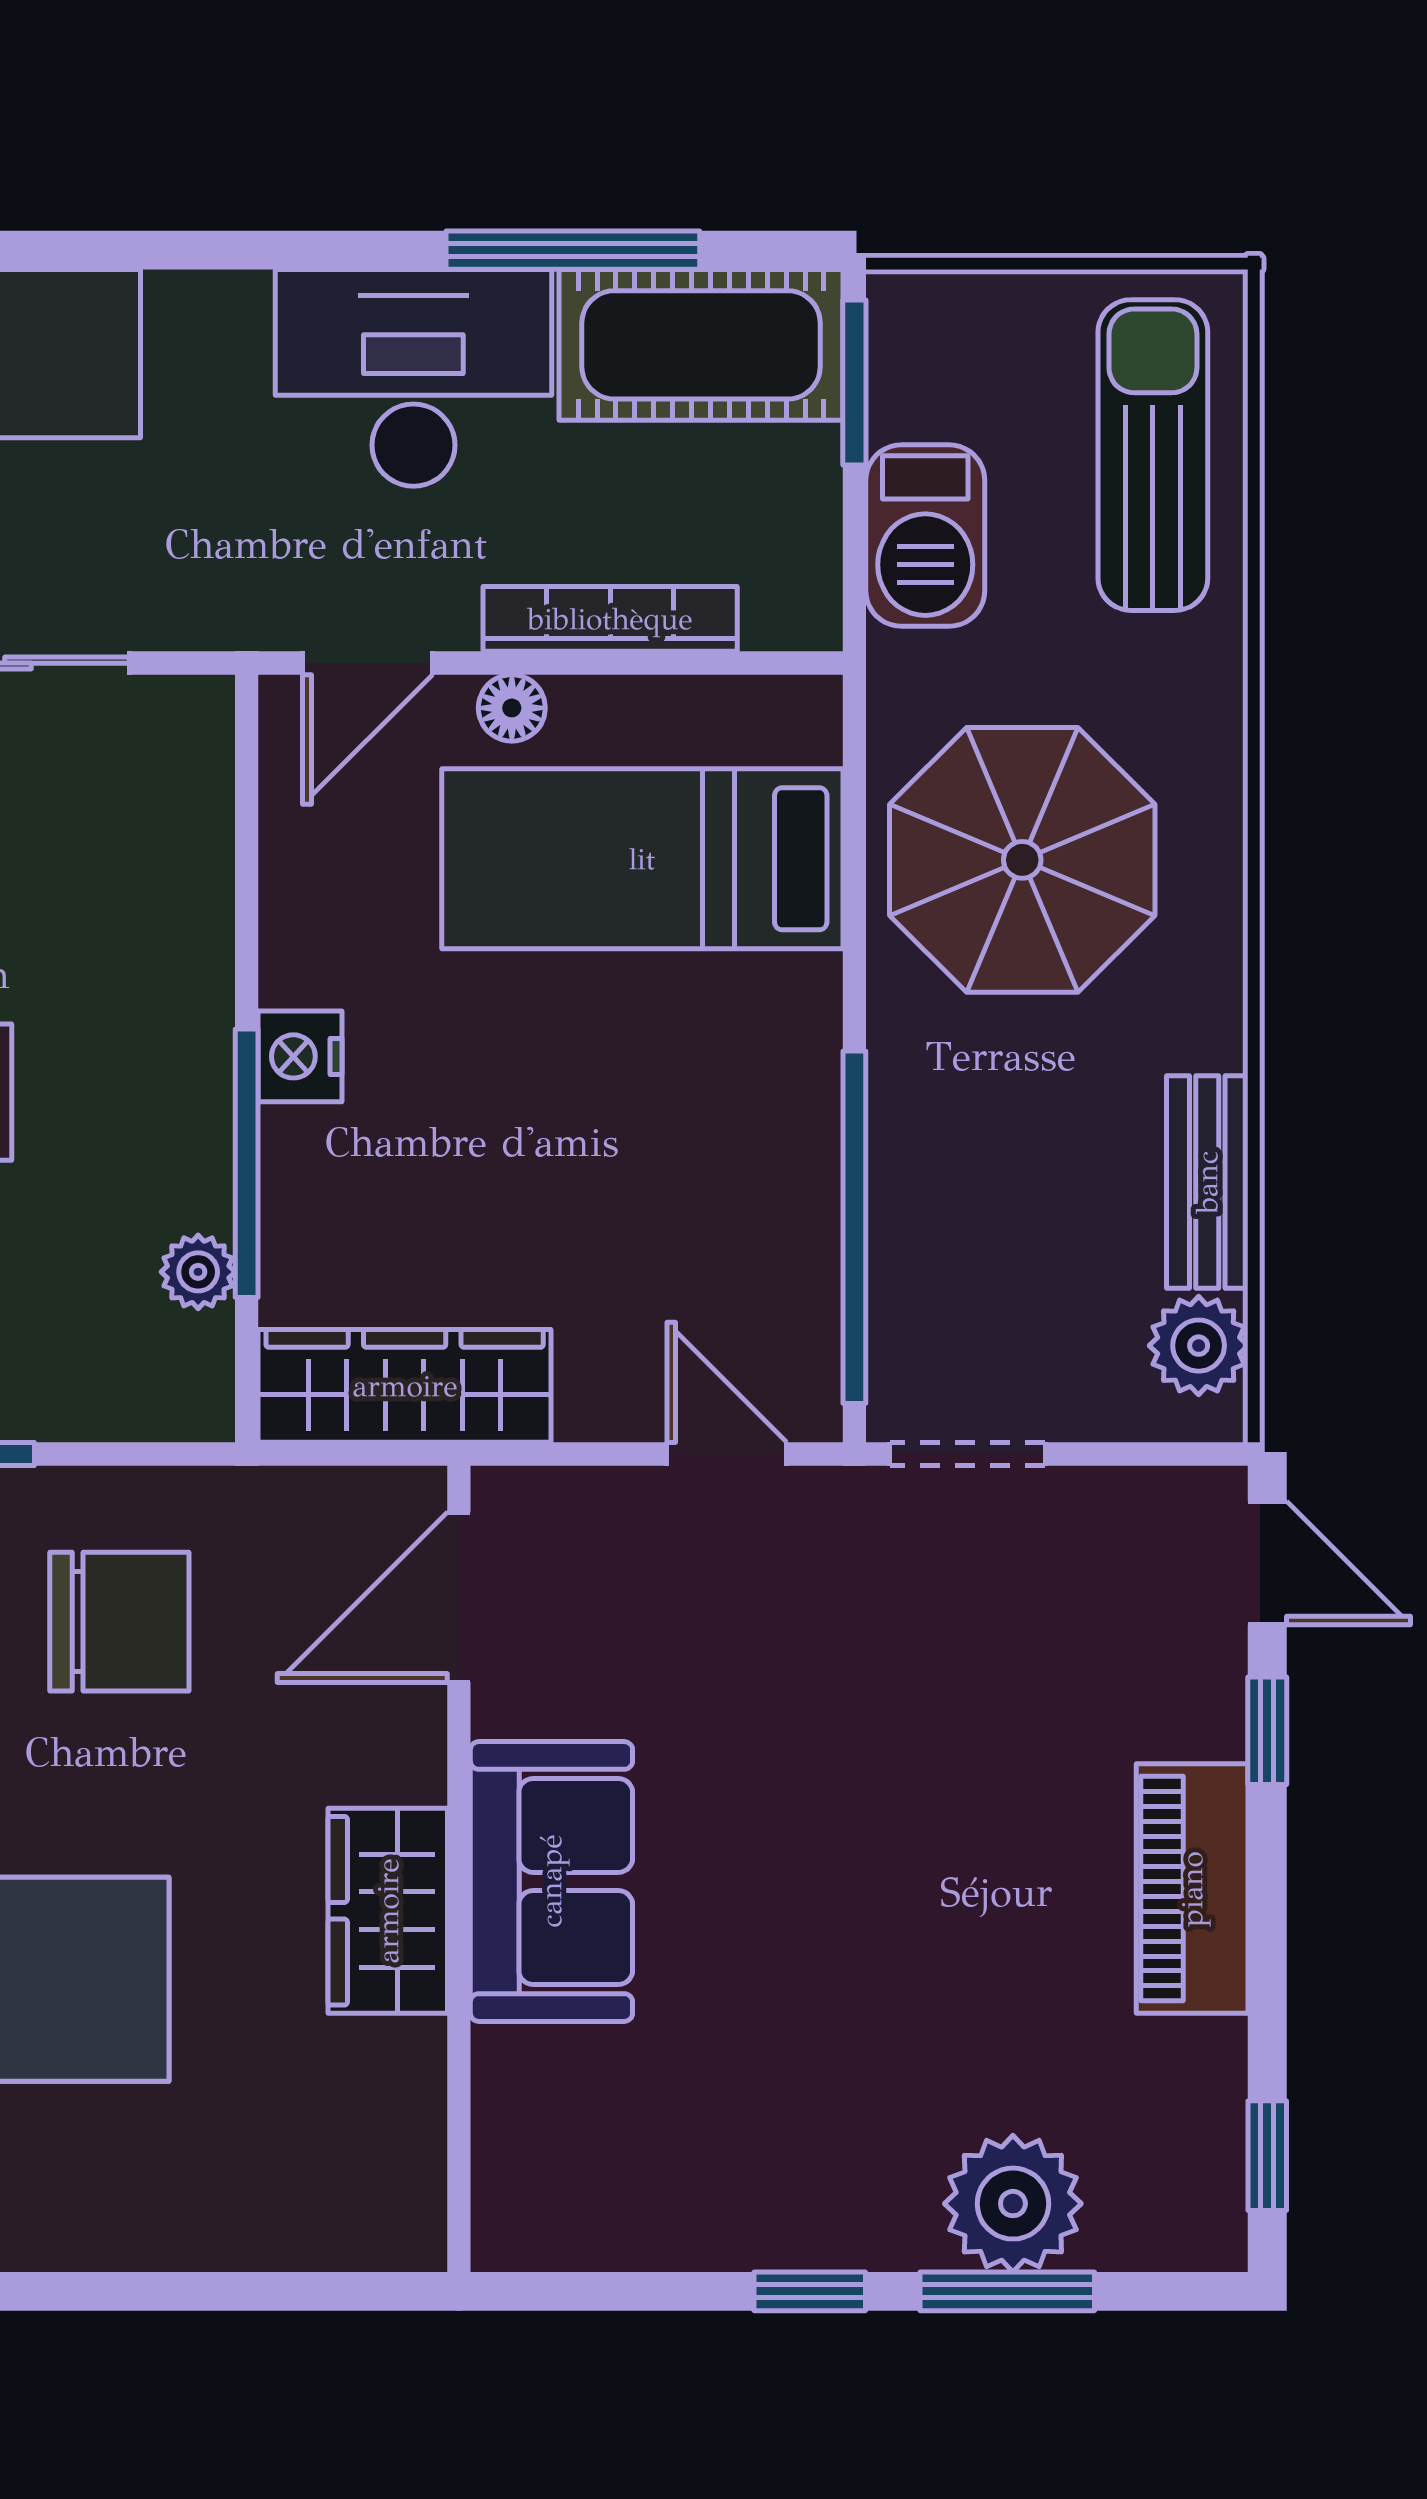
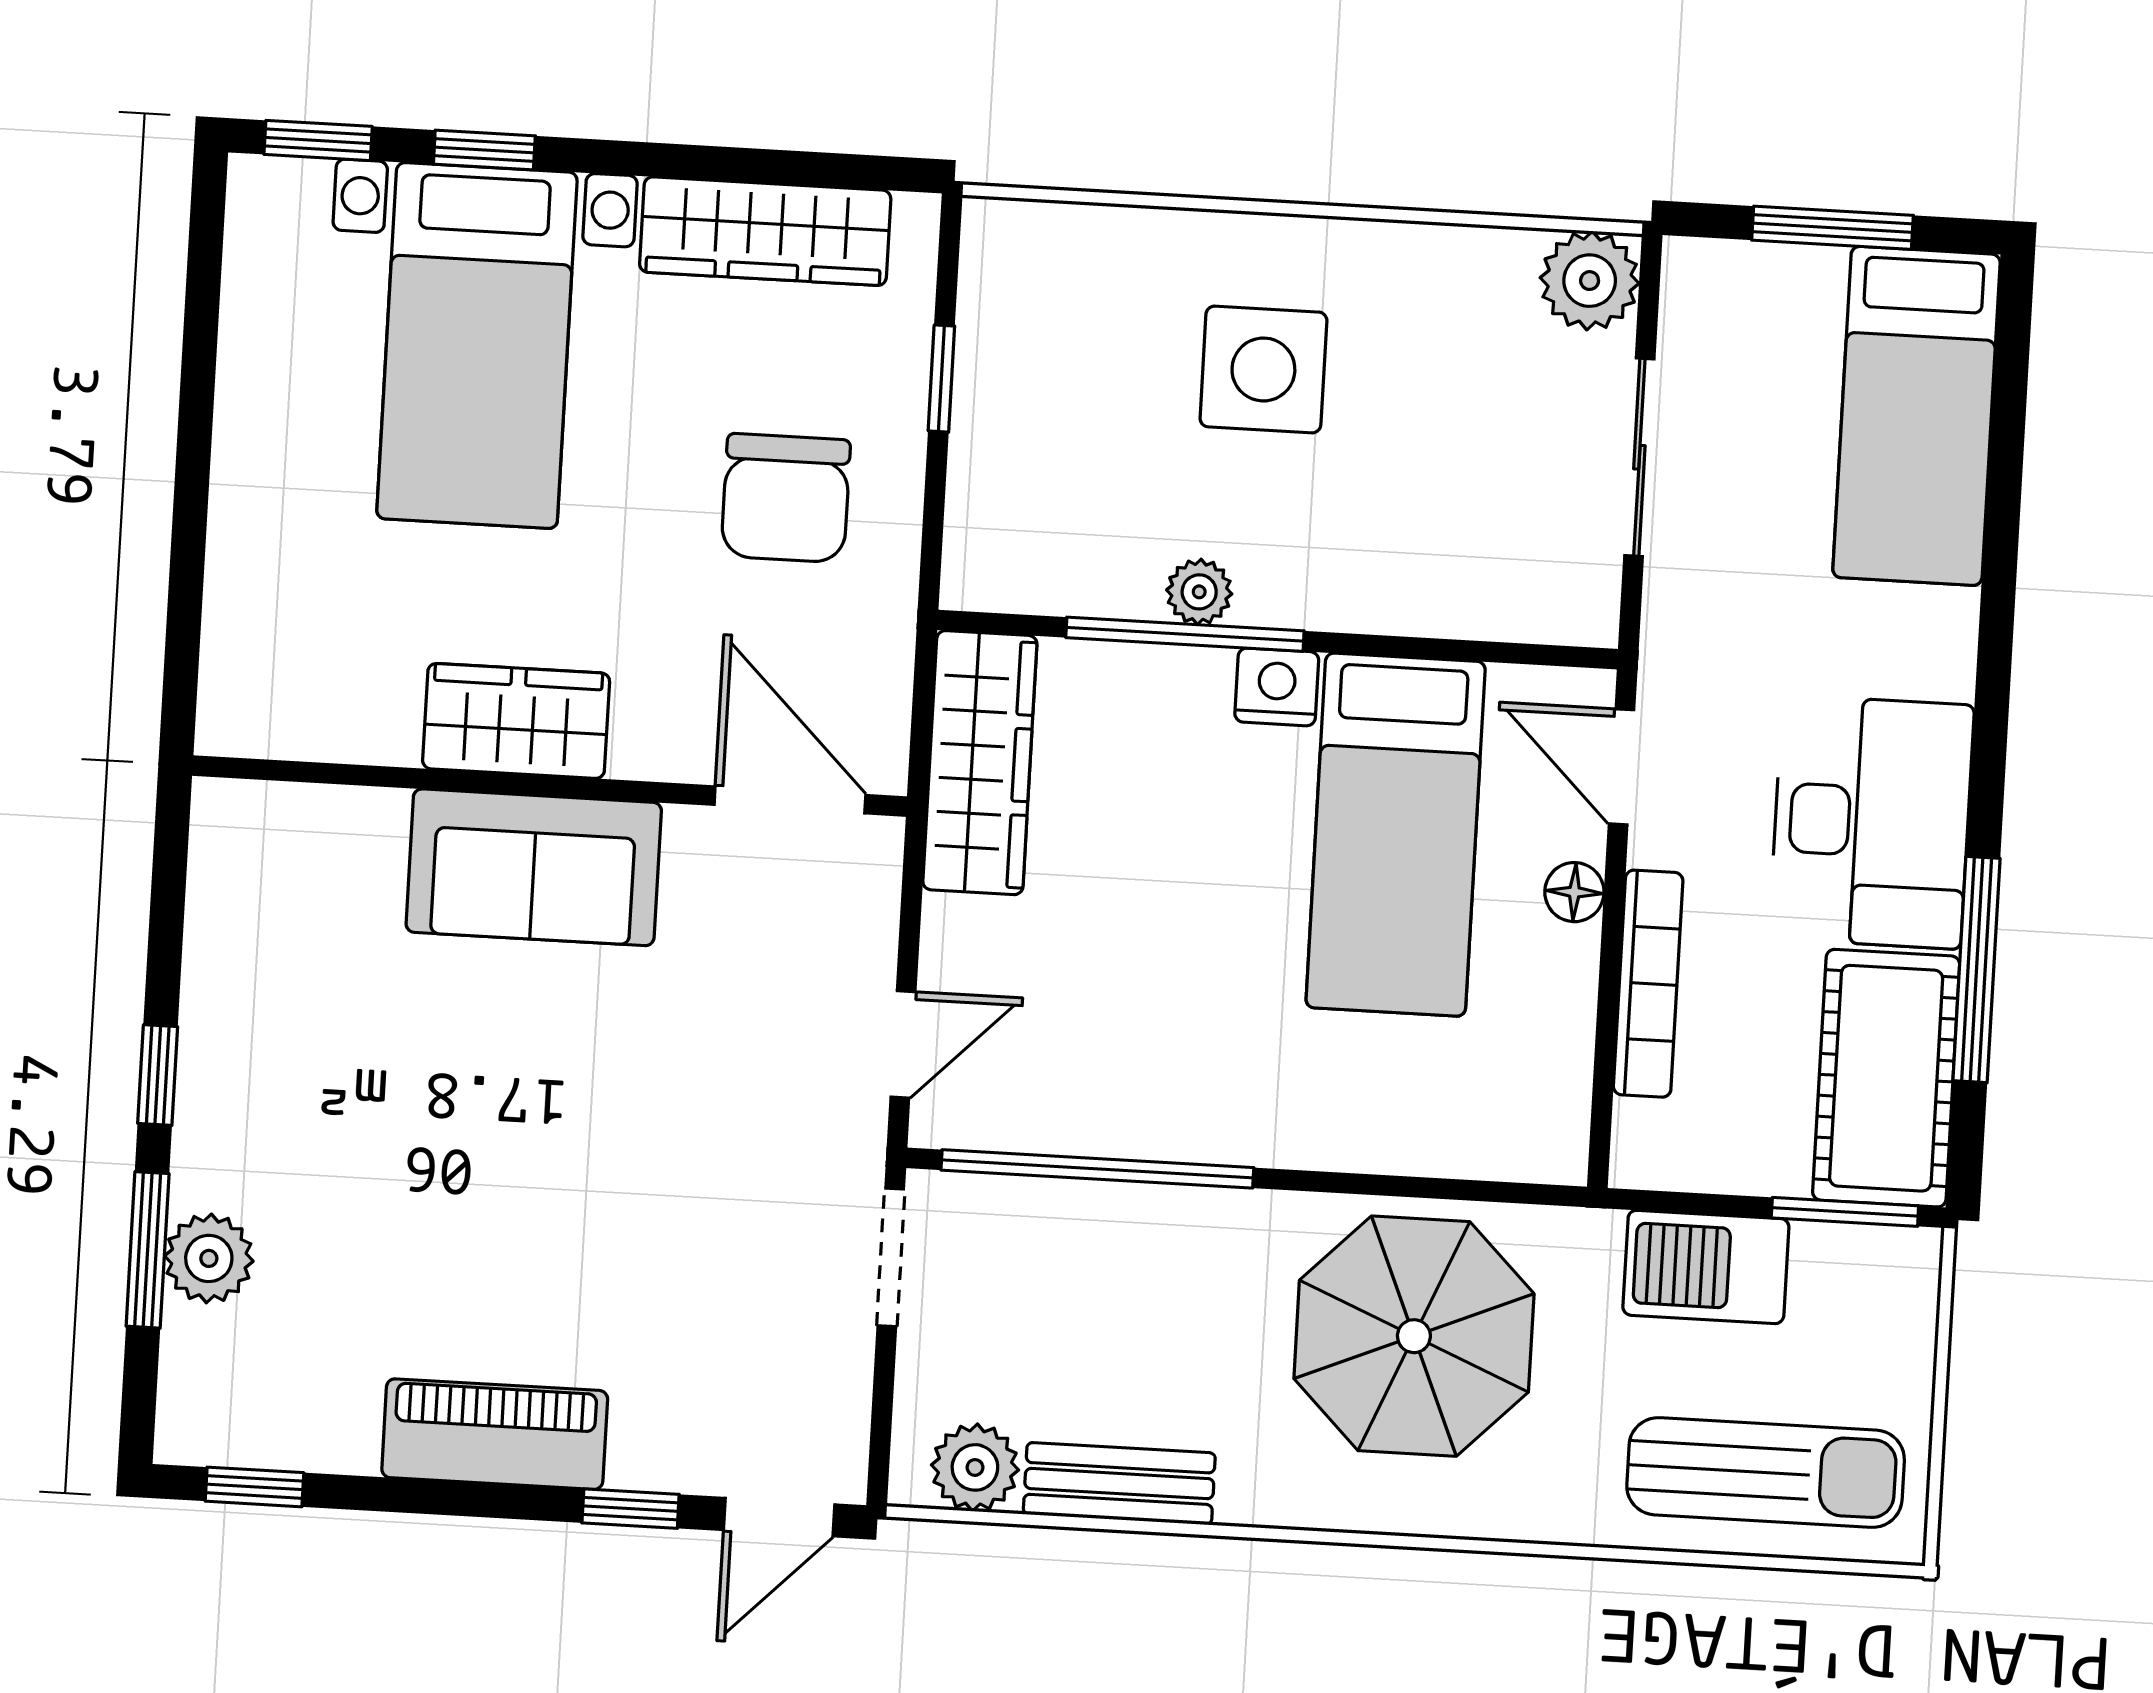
bed: (642, 859) -> (1396, 835), moved, turned 180
plant: (198, 1272) -> (1199, 592), moved
plant: (1013, 2204) -> (209, 1258), width x0.73, depth x0.73

